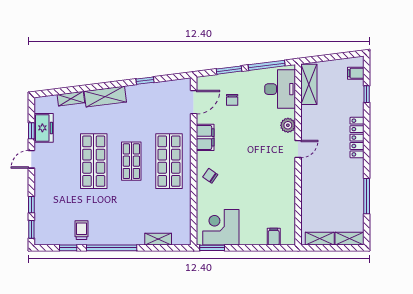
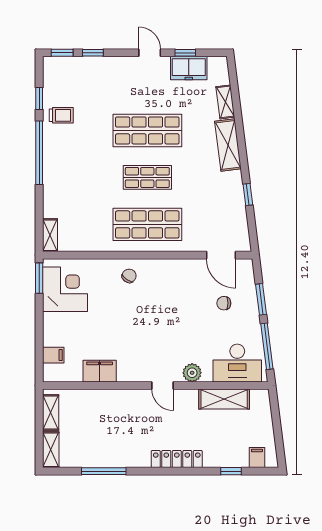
shelving: (309, 84) -> (224, 399), moved
filing cabinet: (205, 137) -> (100, 371), moved, turned 180
shelving: (158, 239) -> (50, 235), moved

